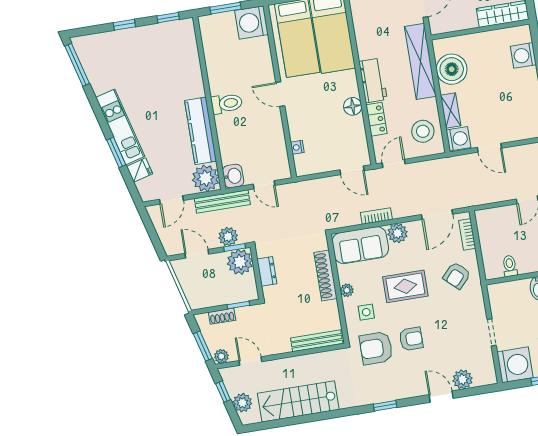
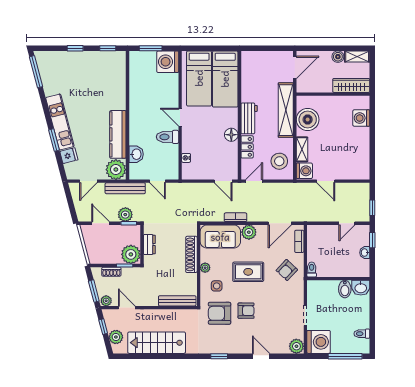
toilet: (227, 104) -> (168, 137), moved, turned 180
washbasin: (233, 176) -> (136, 154), moved
plant: (240, 262) -> (131, 254), moved
toilet: (510, 266) -> (312, 269), moved
plant: (463, 379) -> (296, 346), moved

